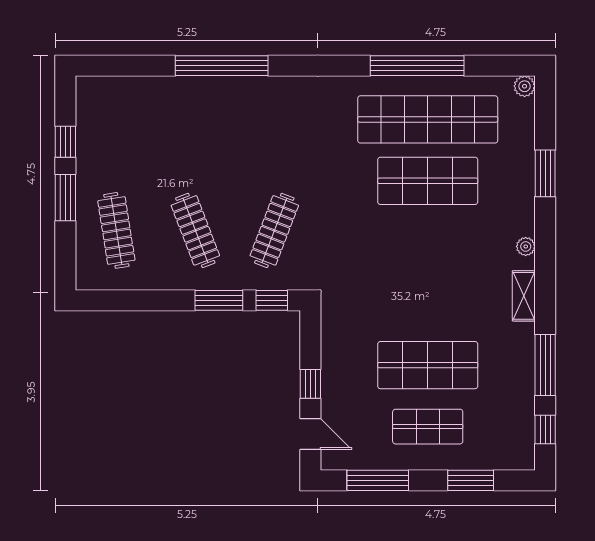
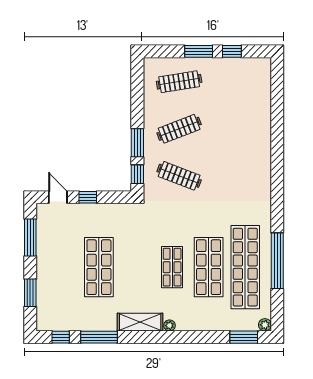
window: (222, 66) -> (277, 144), removed
window: (545, 173) -> (244, 337), moved
shelving: (524, 296) -> (140, 322), width x1.50, depth x1.33
shop shelf: (428, 427) -> (172, 267), moved
door: (310, 434) -> (58, 197), swing flipped

